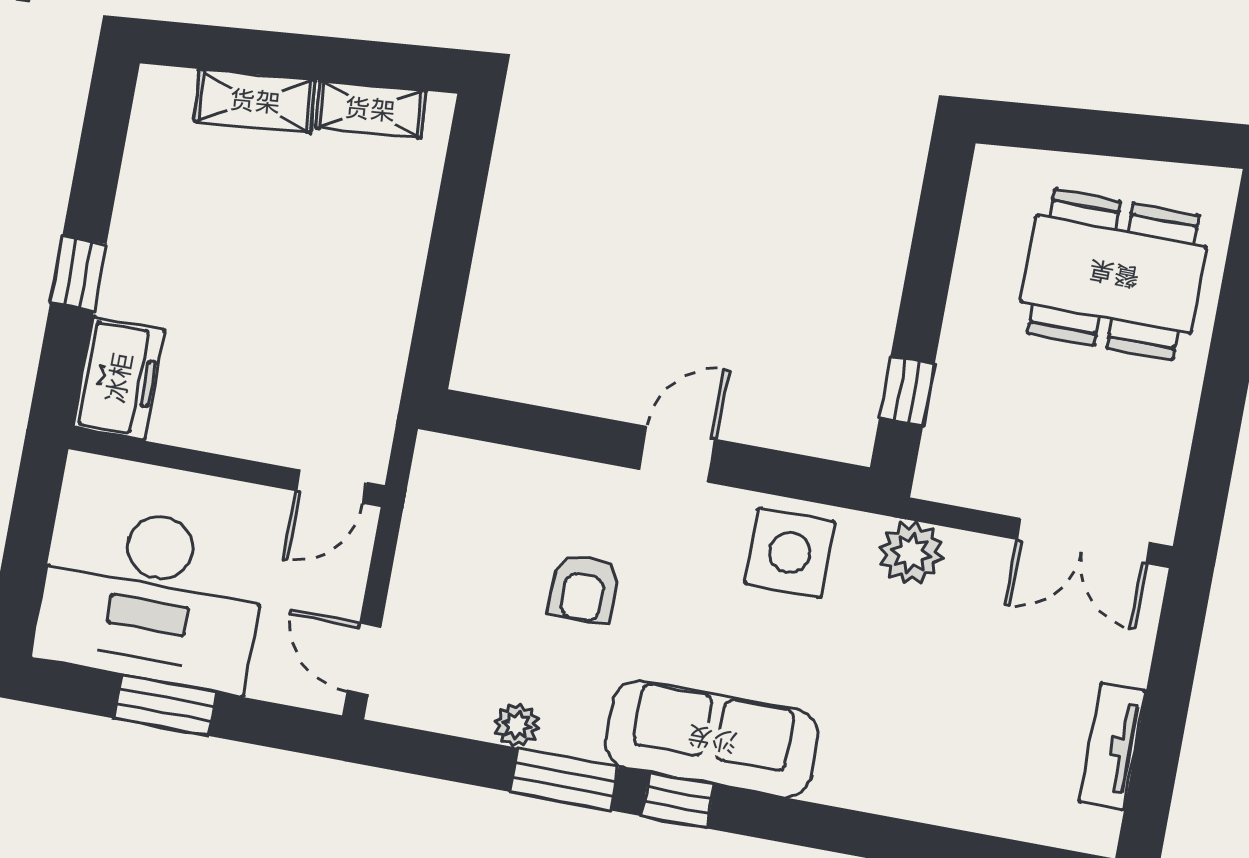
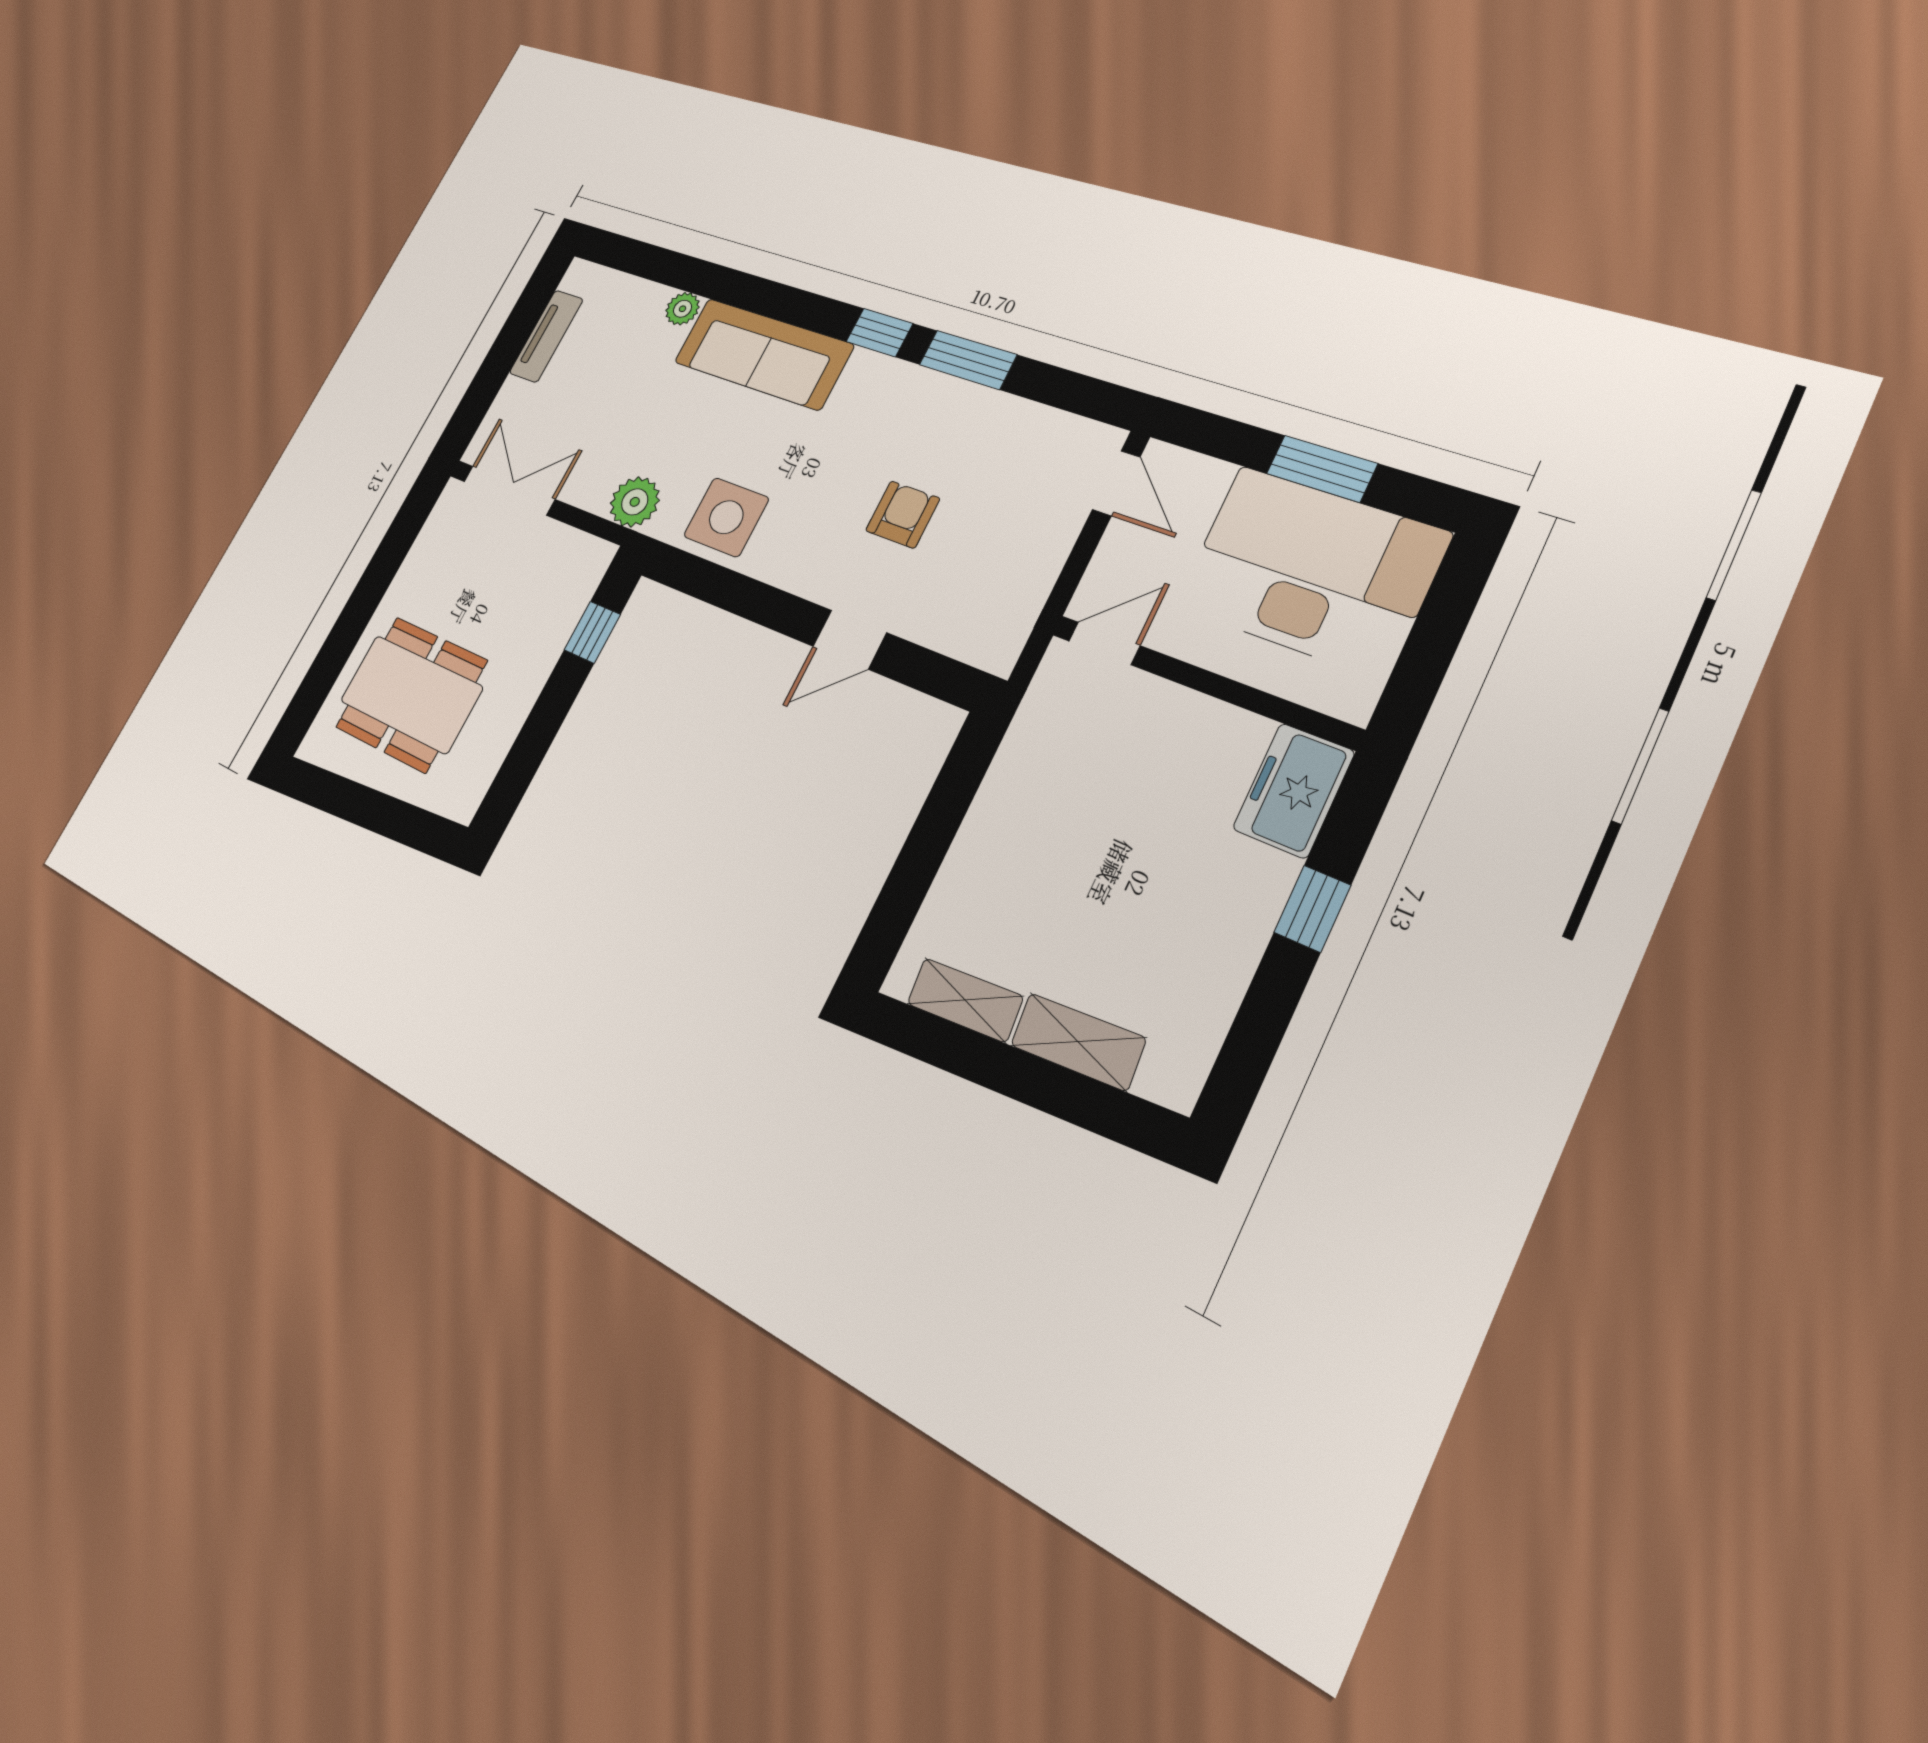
door: (677, 454) -> (850, 640), moved
plant: (517, 725) -> (683, 309), moved
sofa: (712, 739) -> (763, 354), moved

